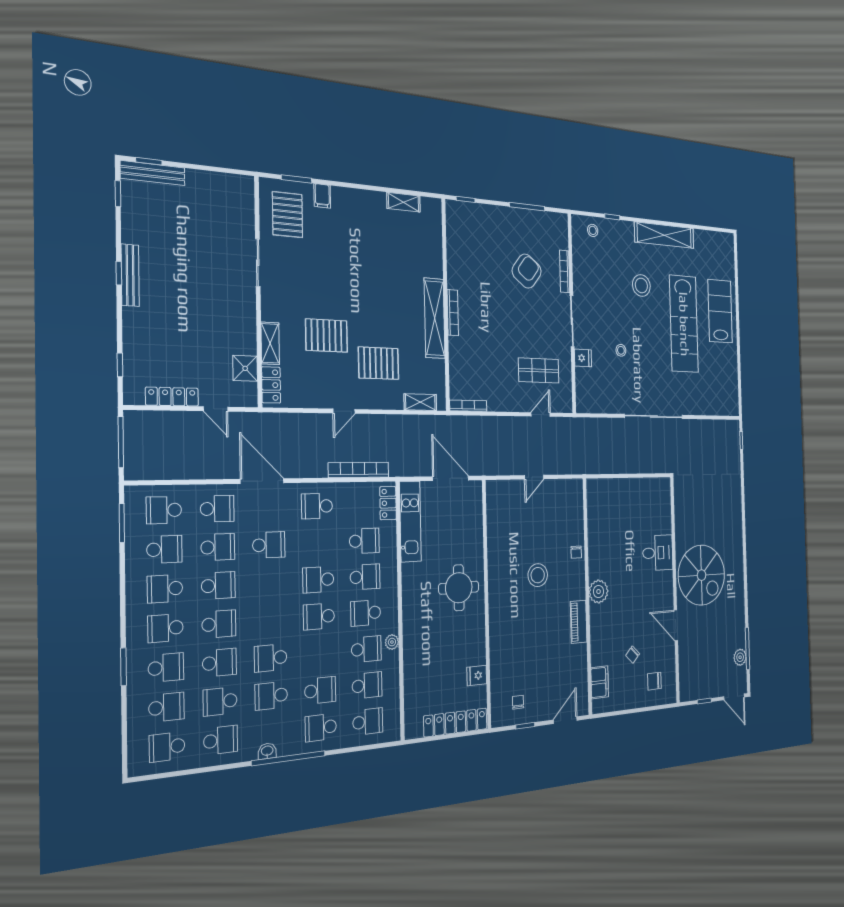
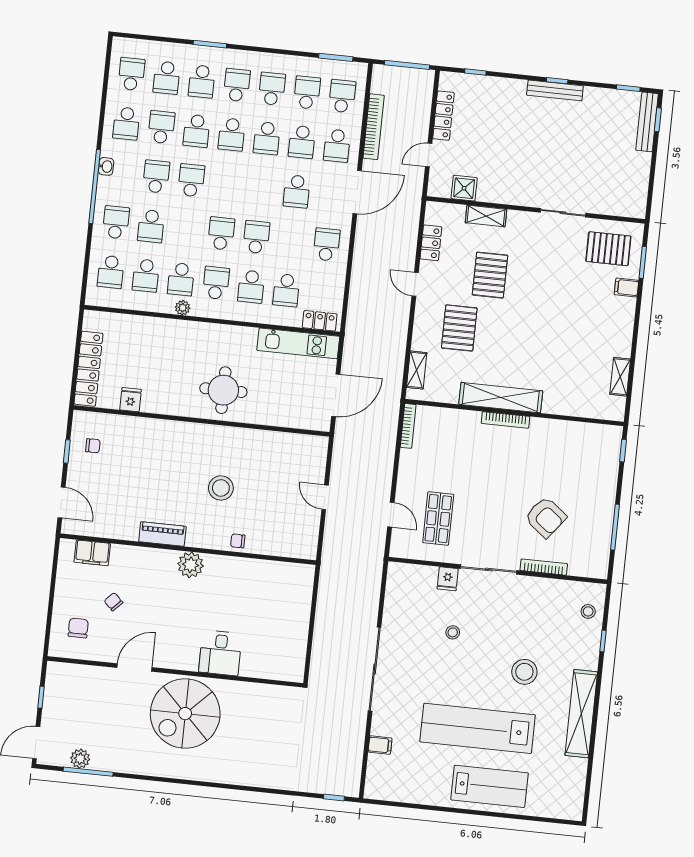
locker: (271, 385) -> (431, 243), moved, turned -90
filing cabinet: (704, 406) -> (380, 745), added
bookcase: (359, 470) -> (374, 127), moved
school desk: (164, 549) -> (307, 92), turned 180

